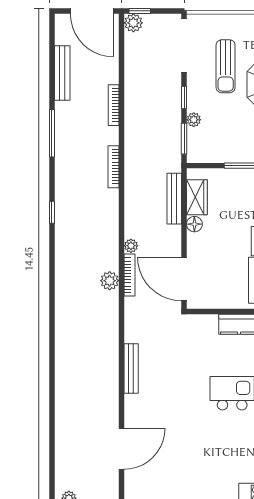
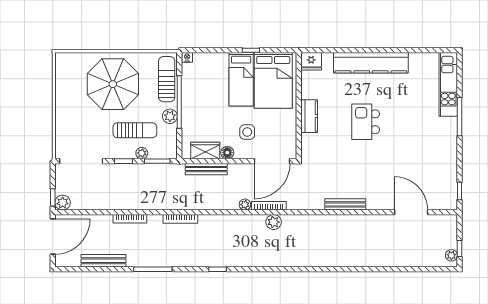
sun lounger: (226, 66) -> (135, 130), moved
plant: (239, 154) -> (170, 116), added
side table: (220, 249) -> (247, 132), added

